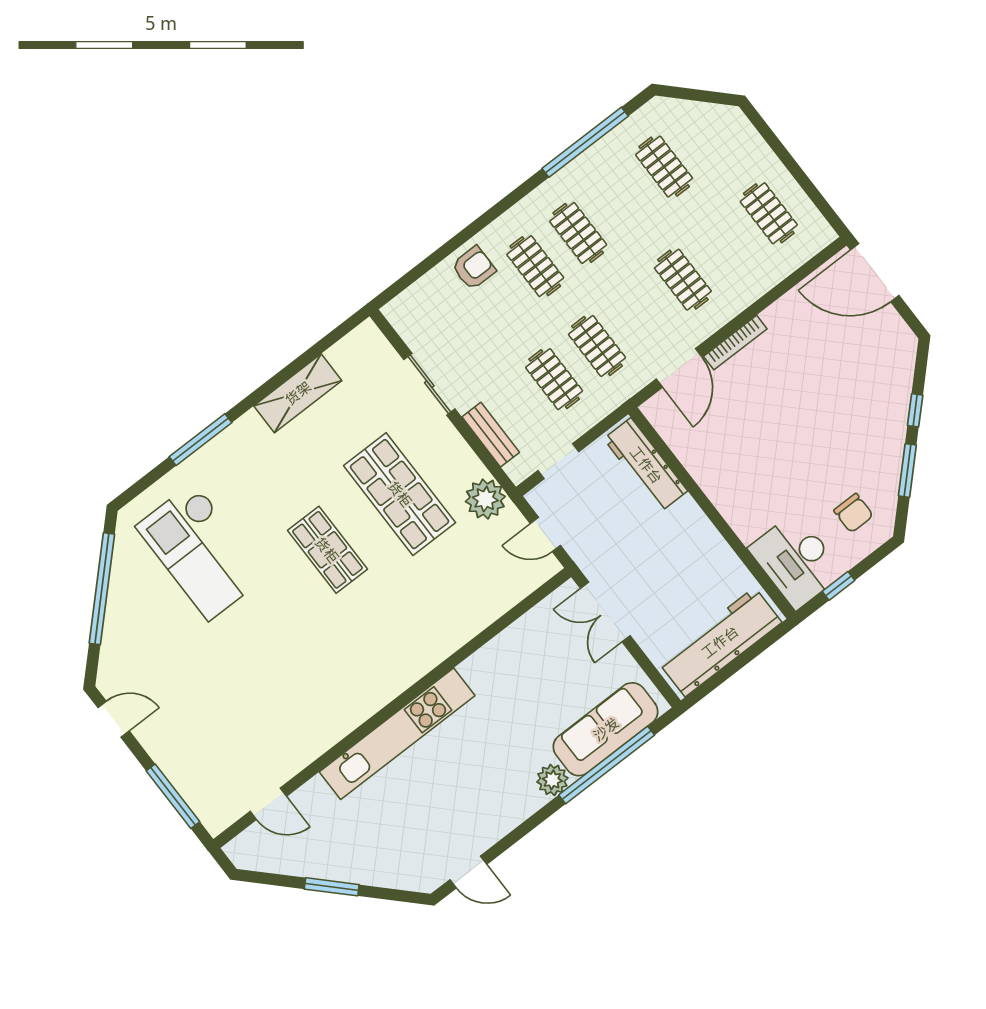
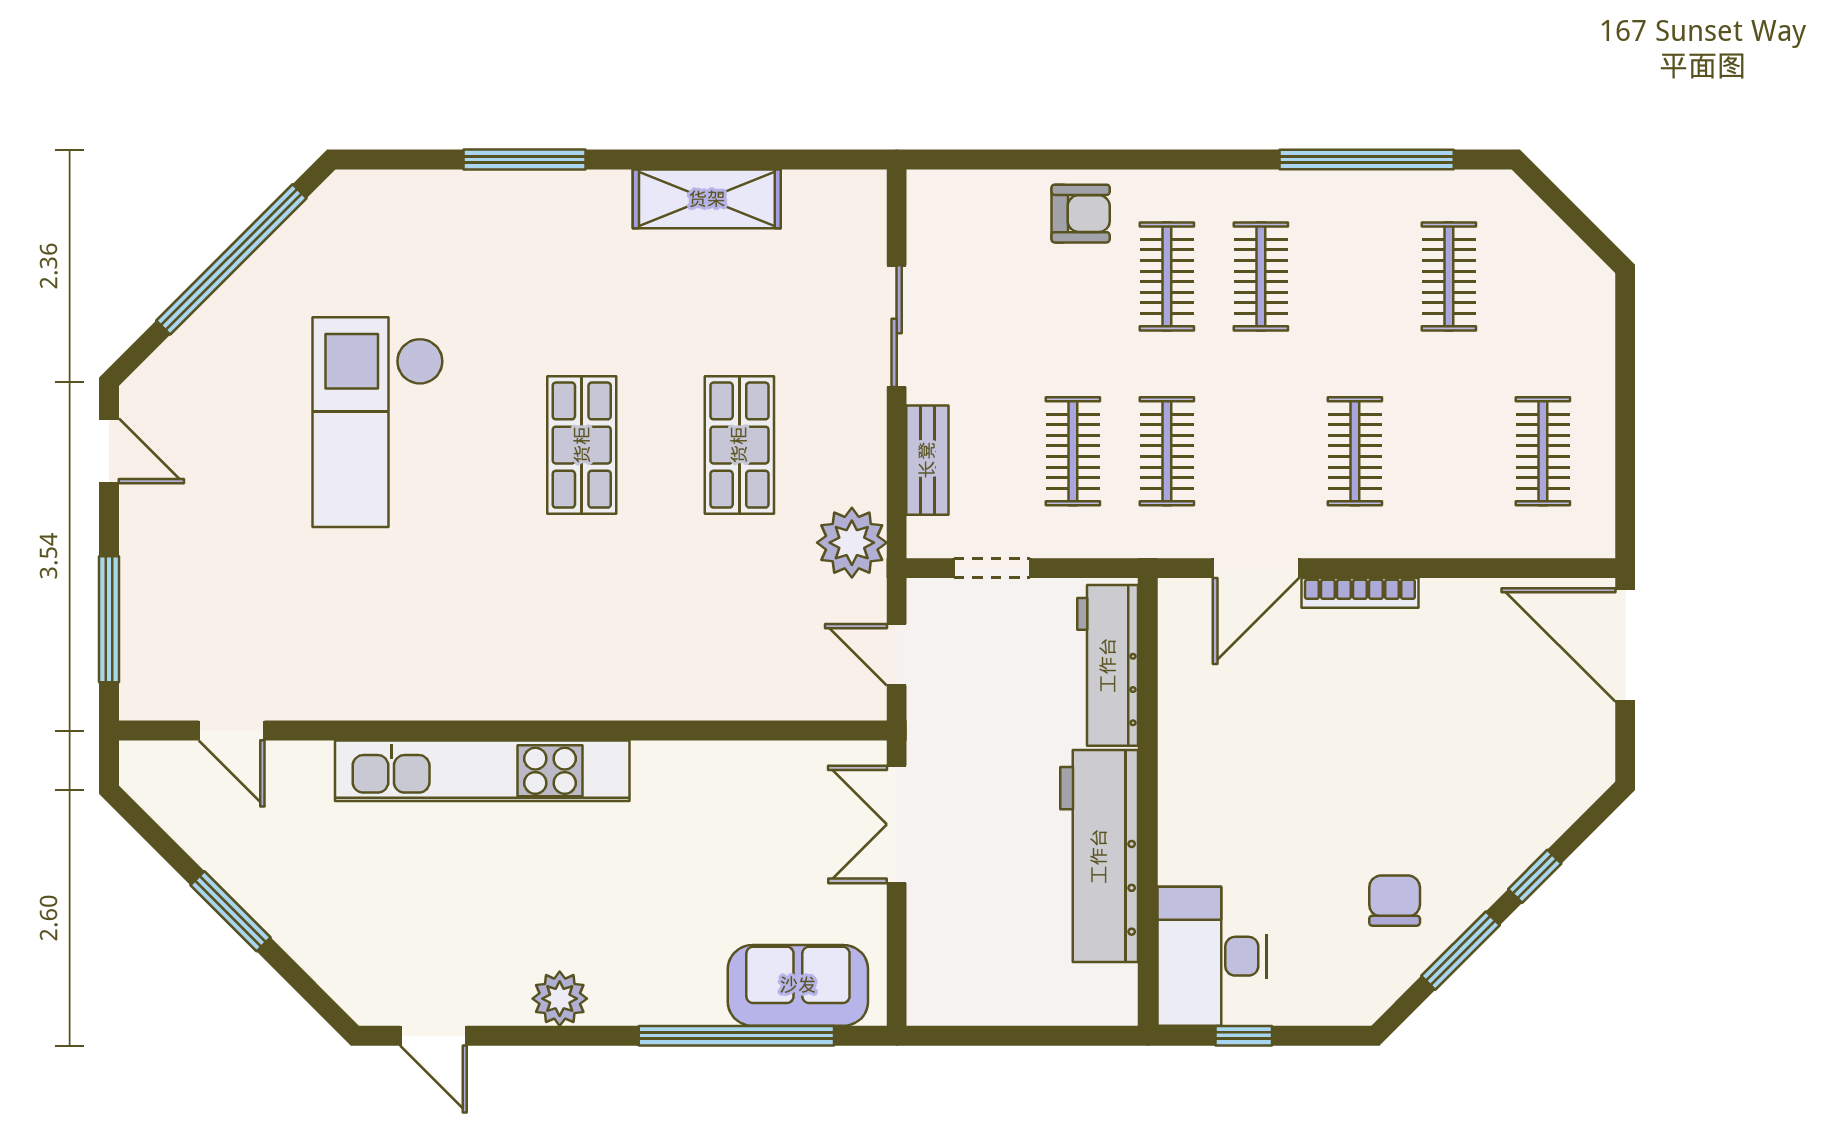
shop shelf: (400, 494) -> (739, 445), width x0.70, depth x0.74
chair: (854, 513) -> (1395, 901), moved, turned 180
checkout: (201, 551) -> (378, 422), moved
workbench: (720, 642) -> (1099, 856), moved, turned -90
sofa: (606, 729) -> (798, 985), width x0.73
plant: (552, 780) -> (560, 999), moved

